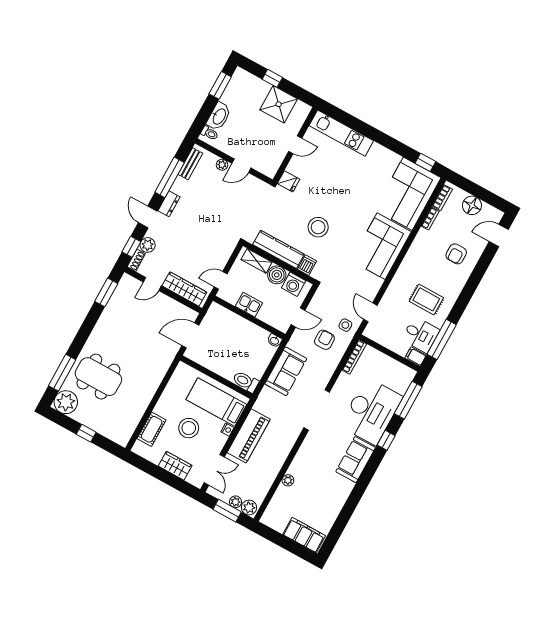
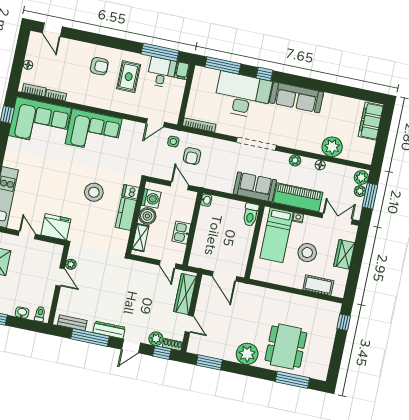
washbasin: (219, 116) -> (22, 313), width x0.52, depth x0.69
plant: (222, 165) -> (71, 264), moved
fridge: (288, 181) -> (56, 227), width x1.88, depth x1.34
dresser: (169, 204) -> (109, 330), width x1.44
floor lamp: (472, 205) -> (28, 65), width x0.53, depth x0.53
kitchen counter: (278, 249) -> (126, 214), width x0.67
armchair: (456, 254) -> (99, 66), moved
armchair: (324, 340) -> (192, 156), turned -90
sofa: (286, 371) -> (255, 187), moved
plant: (66, 402) -> (247, 354), moved
window: (86, 433) -> (344, 322), moved
plant: (287, 445) -> (295, 160), added
sofa: (356, 460) -> (296, 97), width x1.36
floor lamp: (275, 469) -> (320, 165), added
plant: (288, 480) -> (332, 147), width x1.88, depth x1.88

